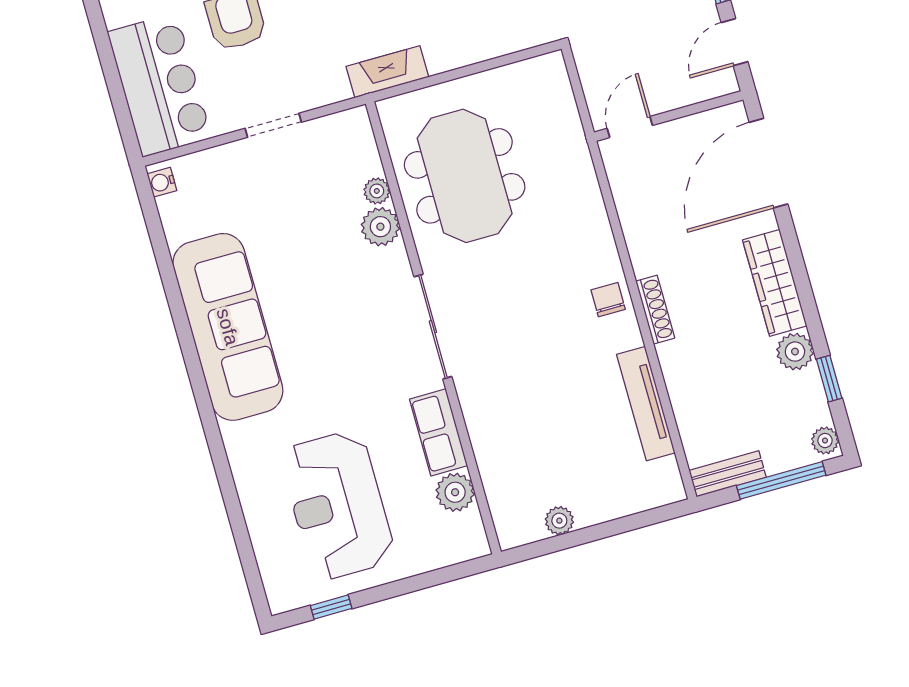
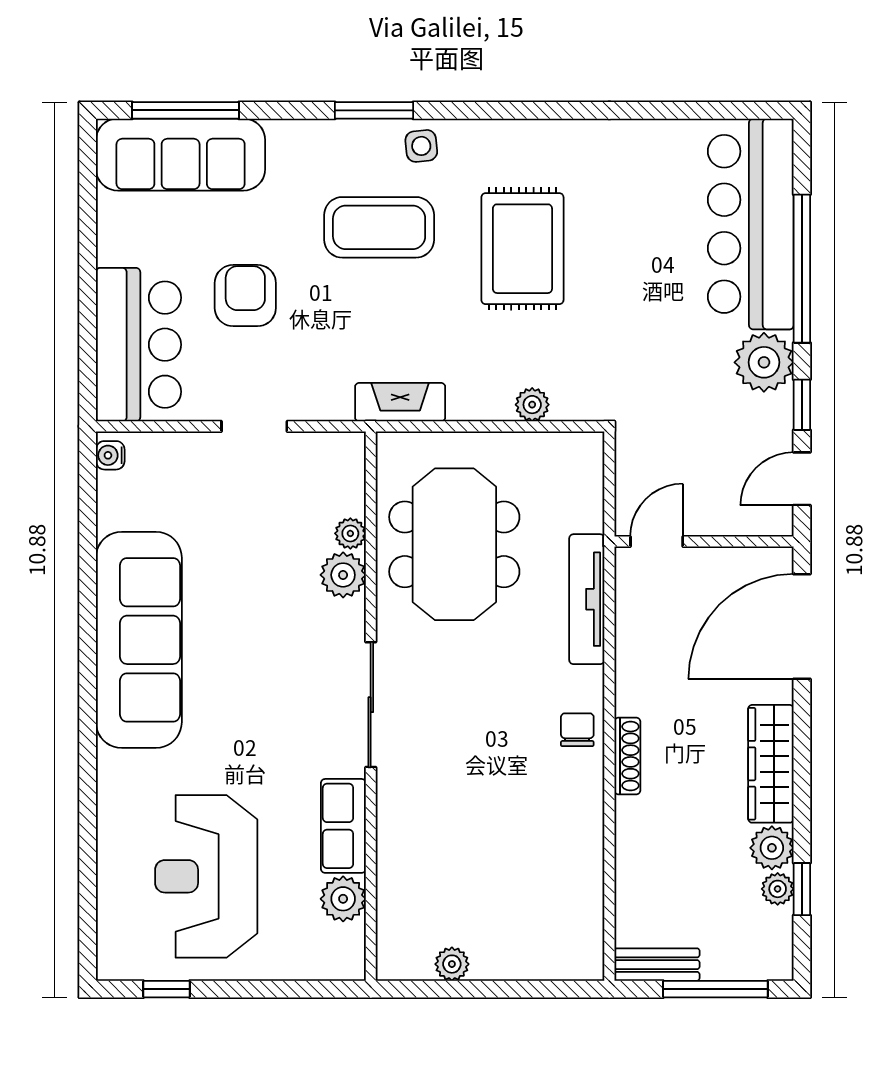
plant: (496, 43) -> (532, 405), added
tv unit: (646, 404) -> (587, 599), moved
plant: (825, 441) -> (778, 889), moved

